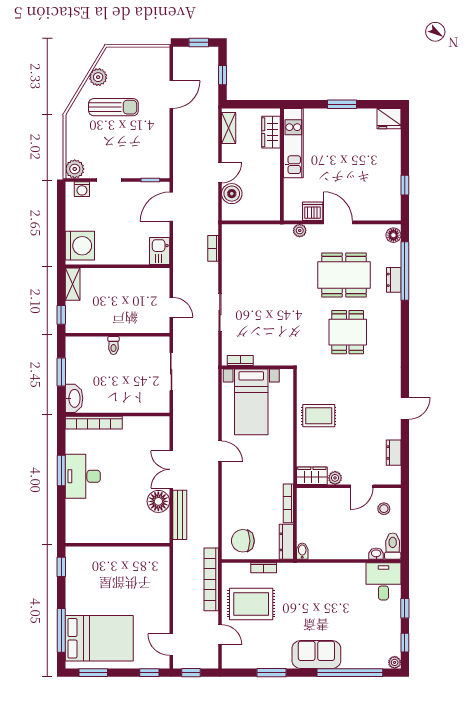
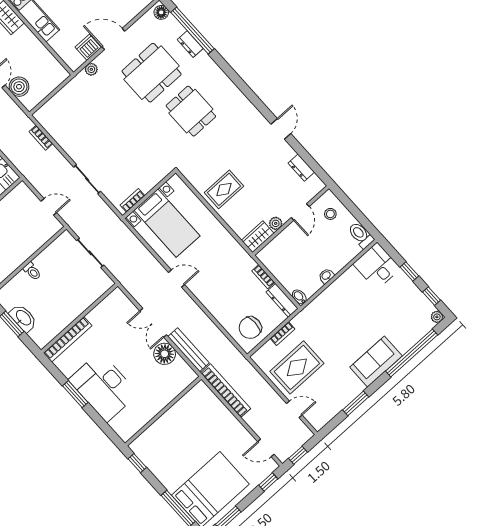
washbasin: (74, 398) -> (23, 318), moved
desk: (83, 476) -> (103, 387), width x1.36, depth x1.30
bookcase: (288, 503) -> (263, 277), width x0.64
washbasin: (376, 554) -> (326, 276), moved
bookcase: (211, 579) -> (226, 391), moved, turned 180

